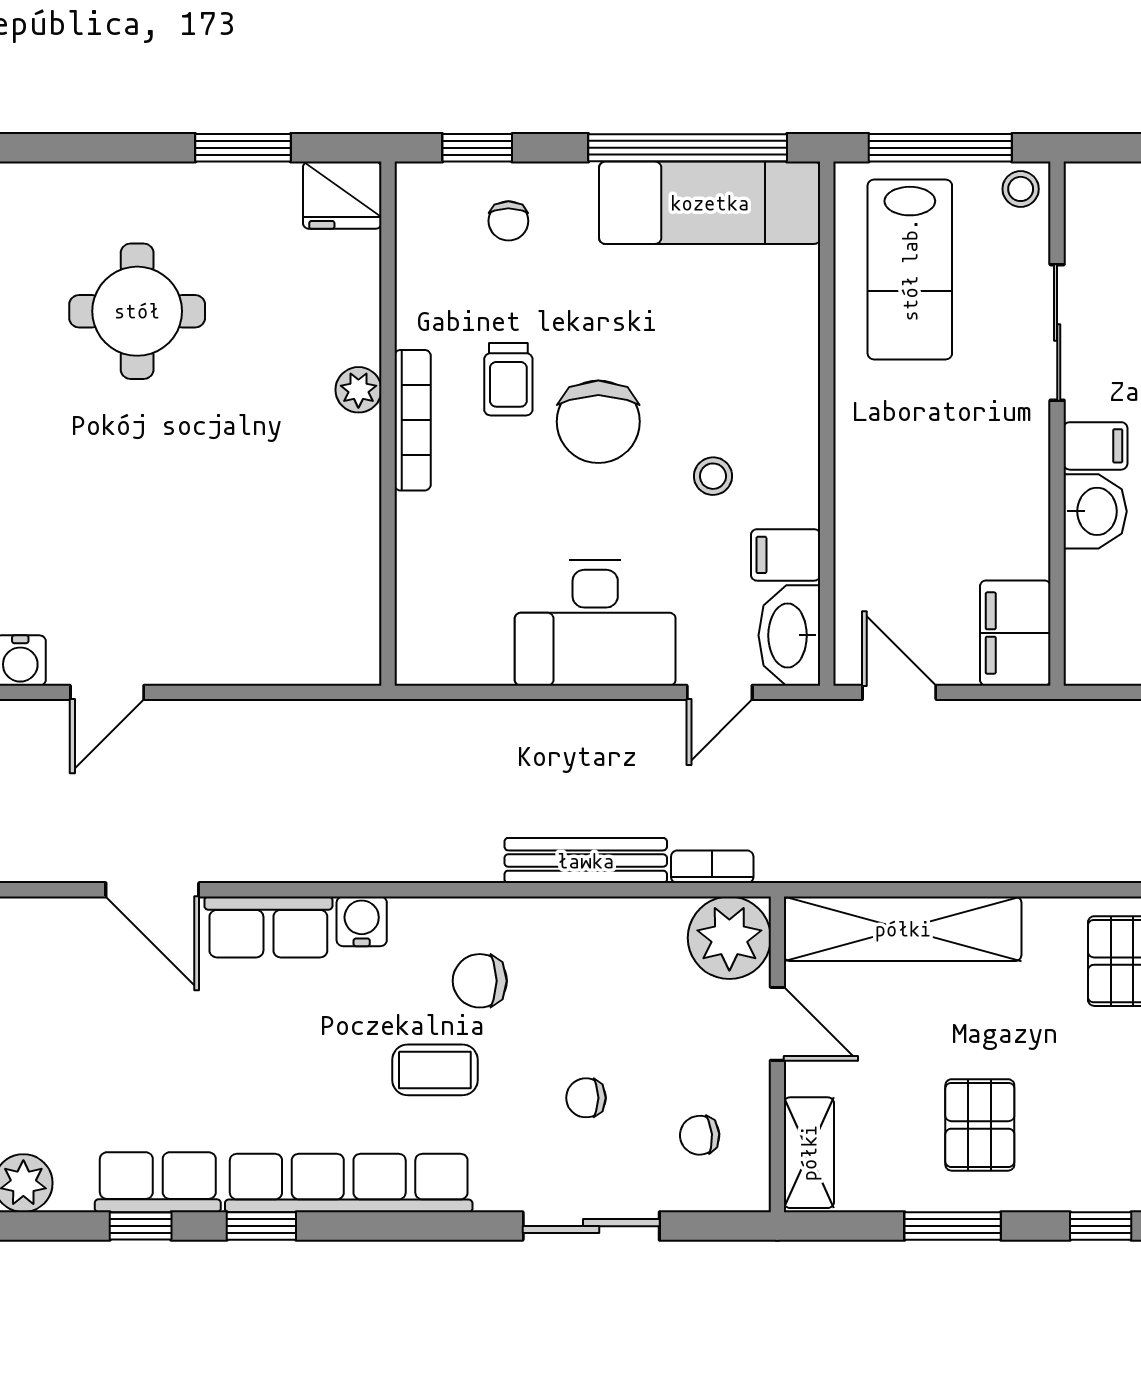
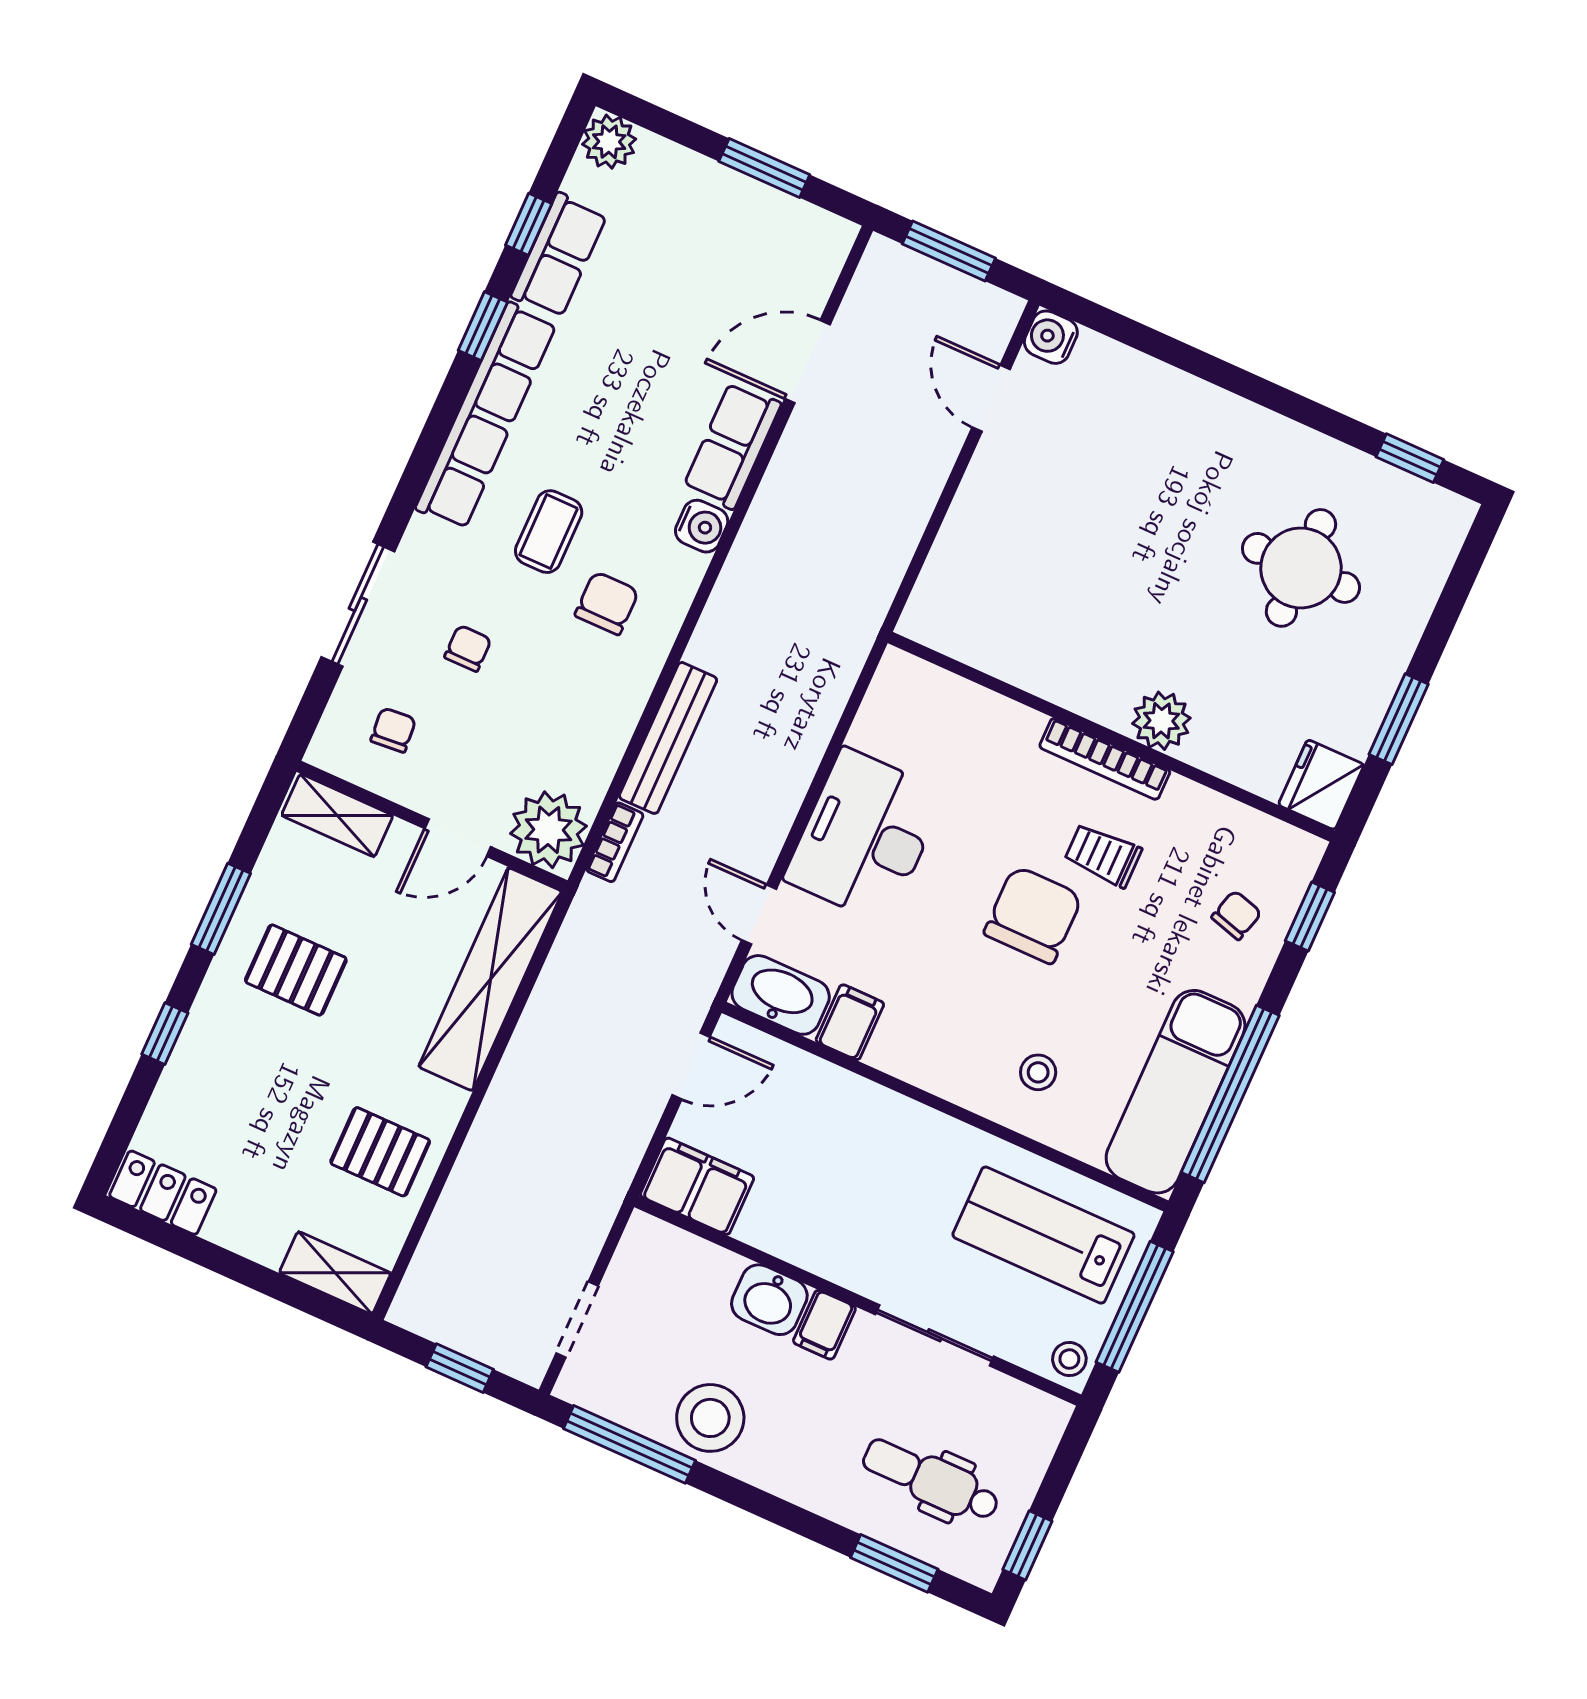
chair: (508, 221) -> (1236, 915), turned 106
plant: (358, 390) -> (1161, 721), width x1.38, depth x1.38
chair: (598, 422) -> (1033, 915), turned 90
stool: (713, 476) -> (1038, 1072), moved

